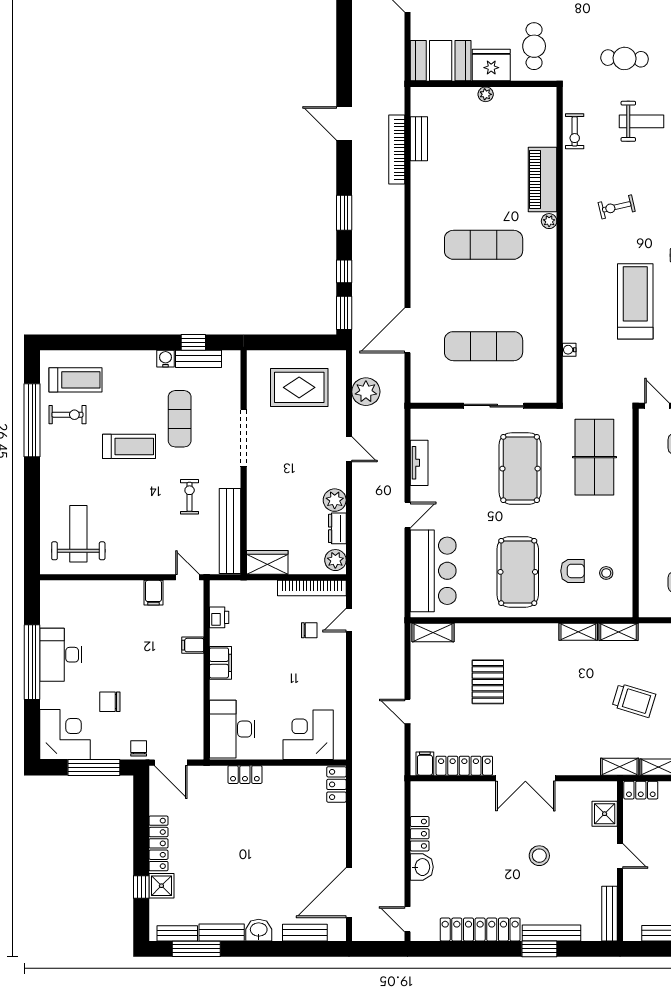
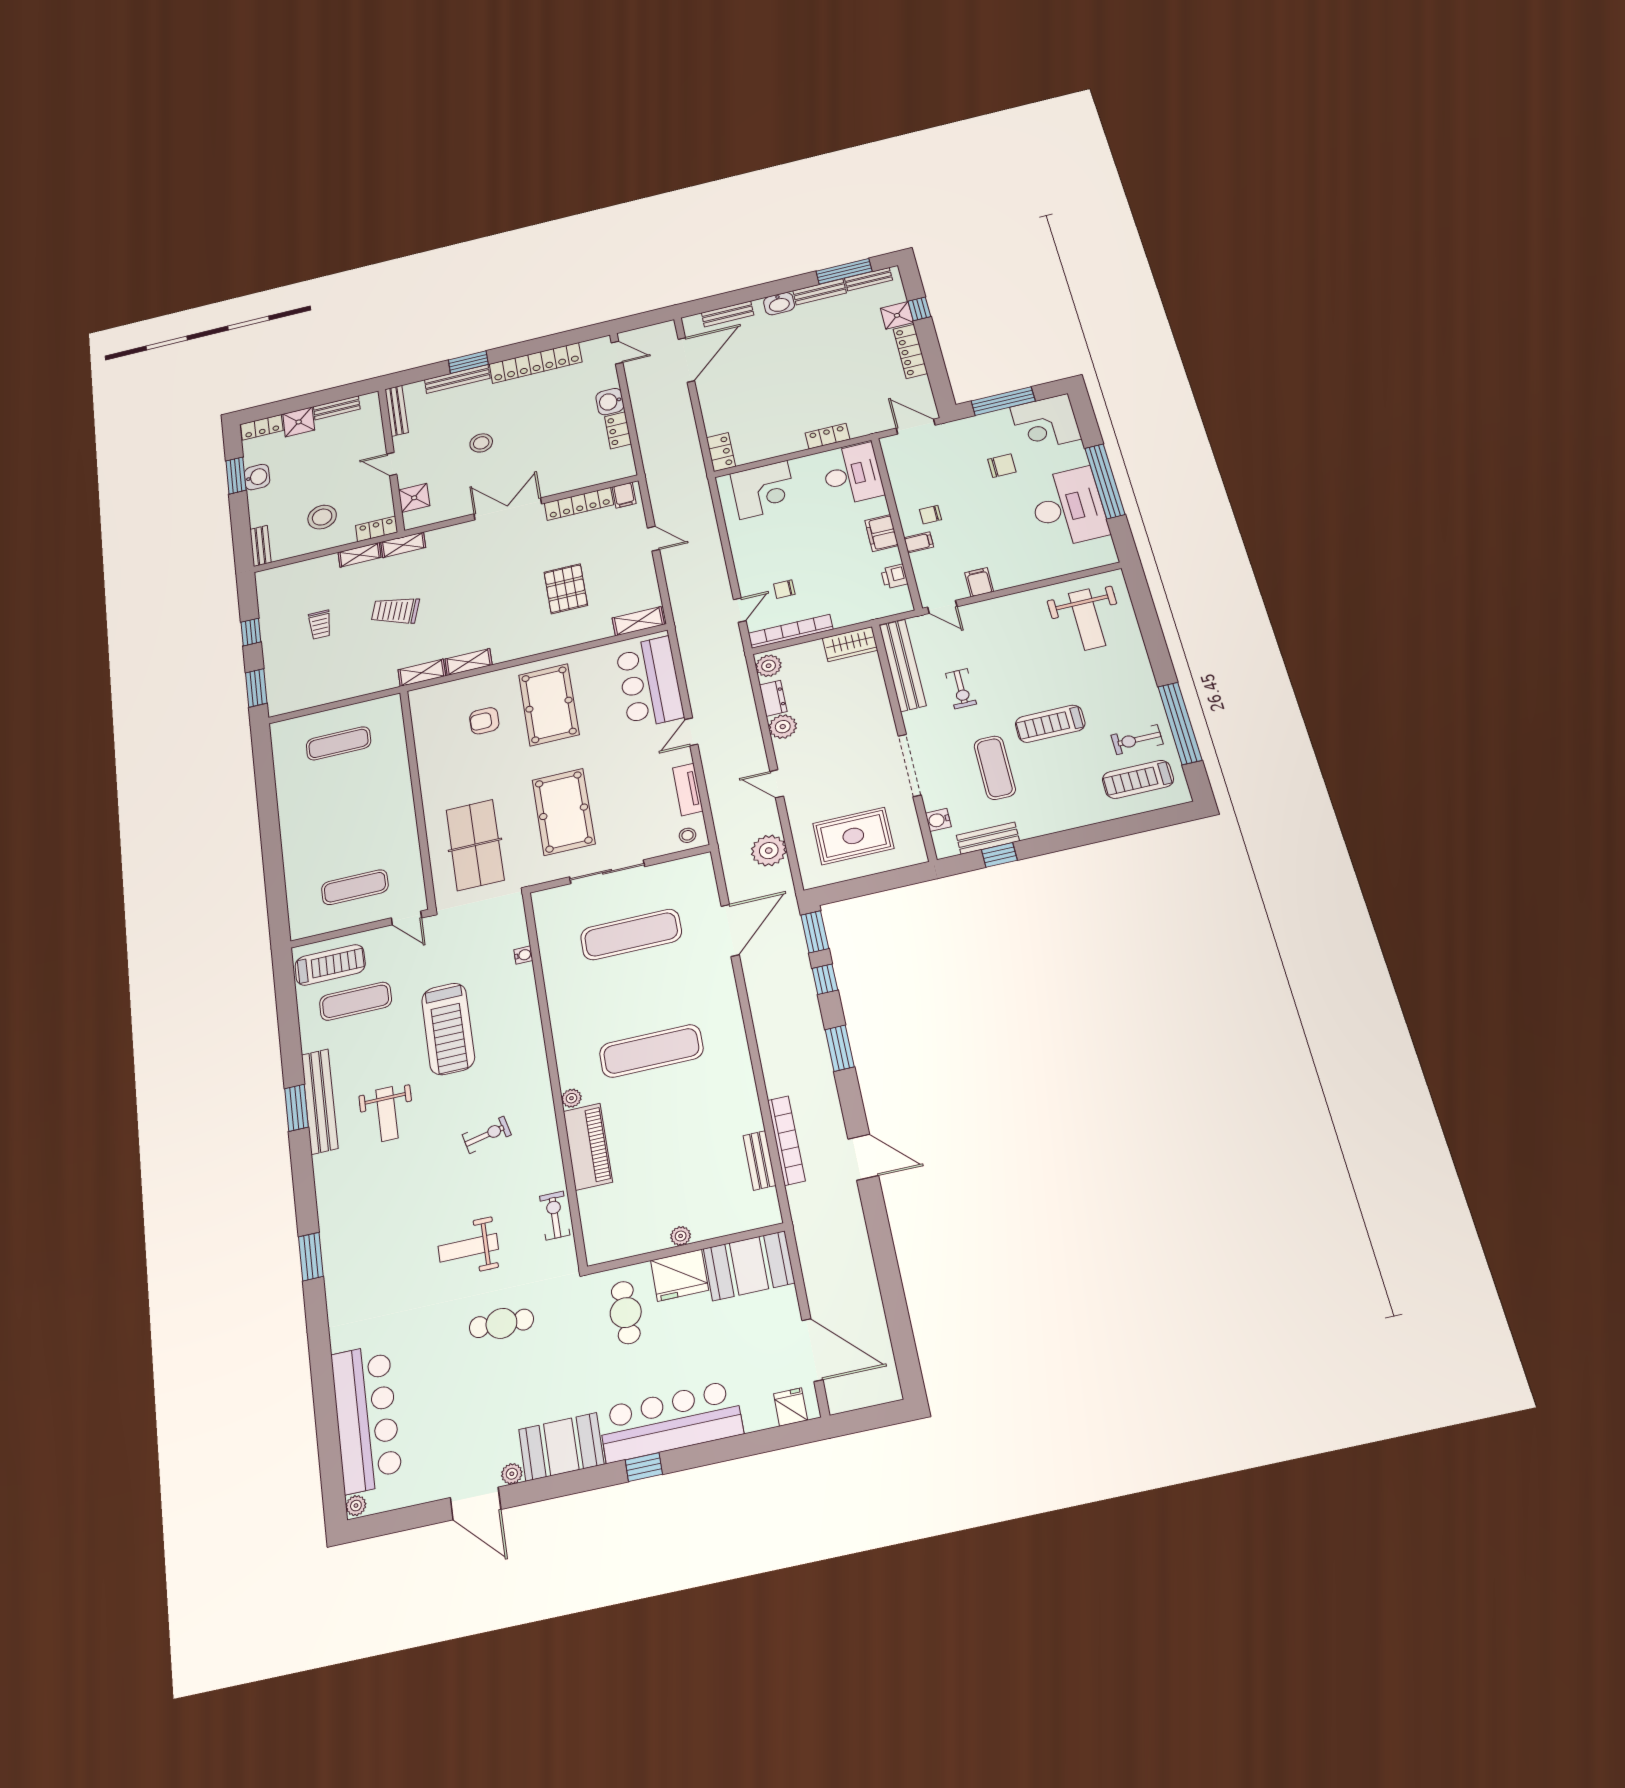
water cooler: (166, 359) -> (938, 820), moved, turned 90
stool: (606, 573) -> (688, 835), moved
desk: (61, 655) -> (1068, 507), width x1.36, depth x1.30
chair: (139, 748) -> (930, 515), moved, turned 90

